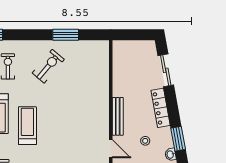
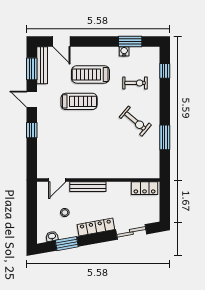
locker: (119, 56) -> (145, 188), added

